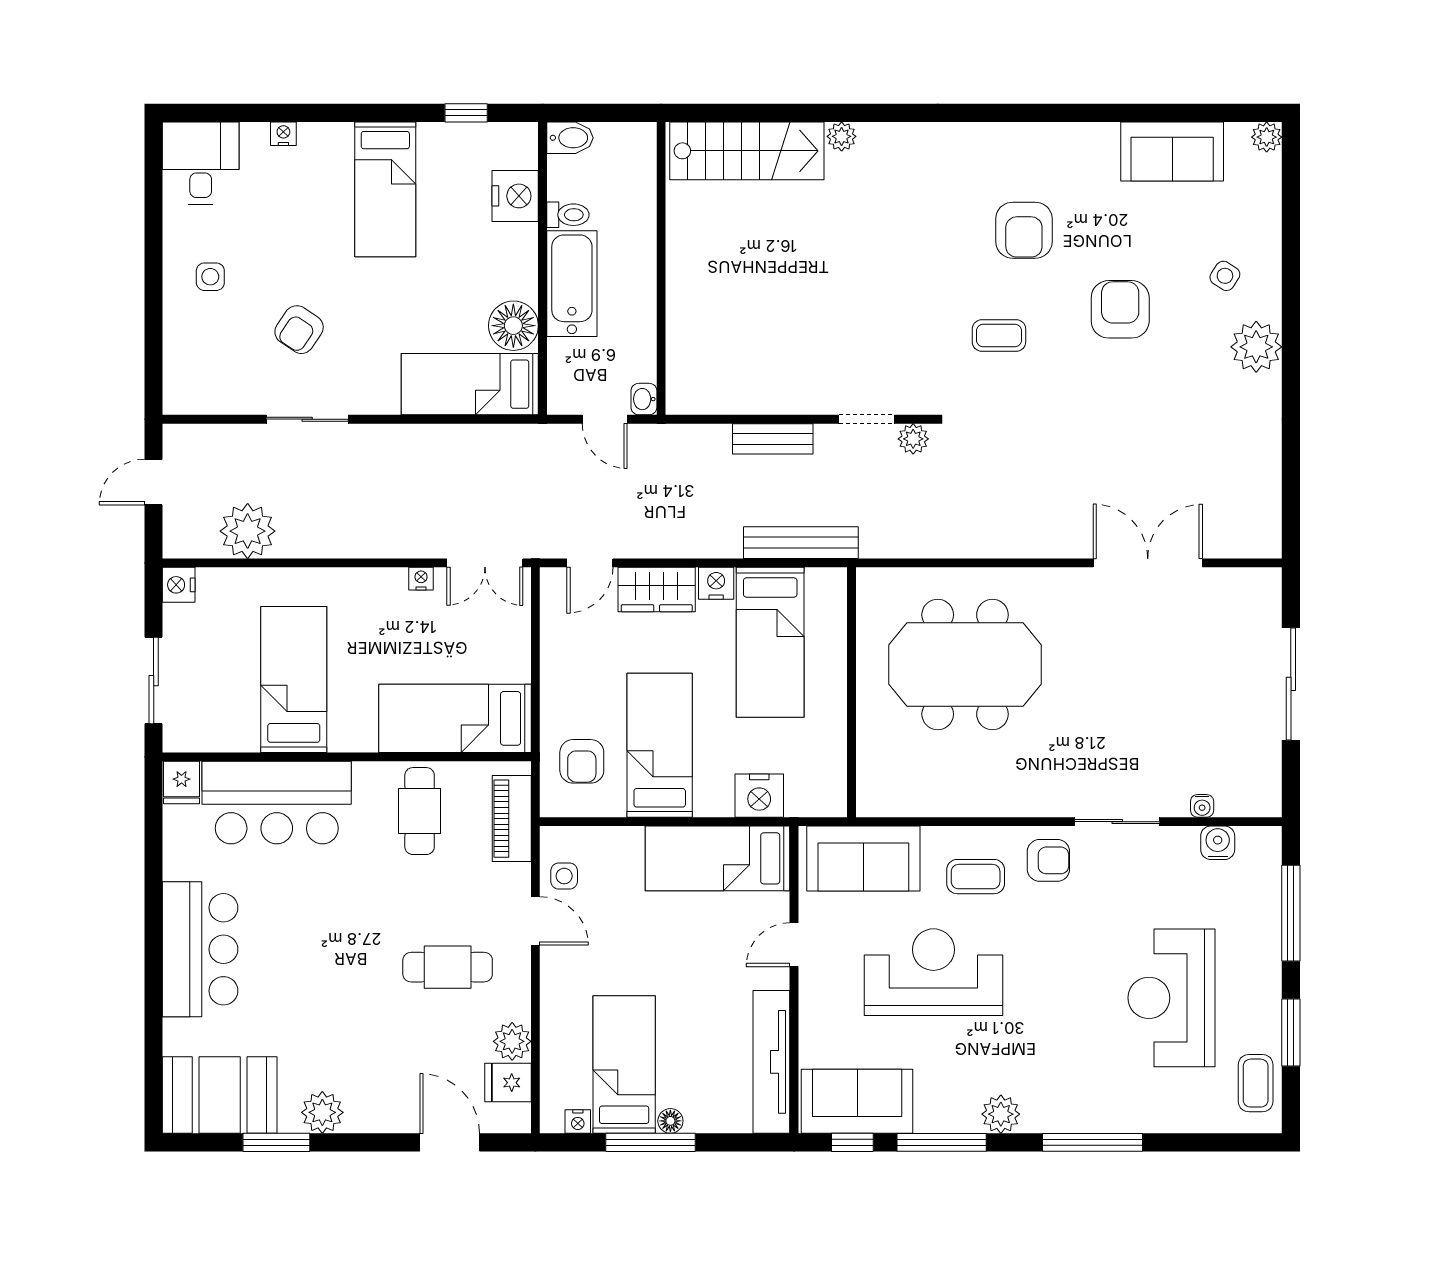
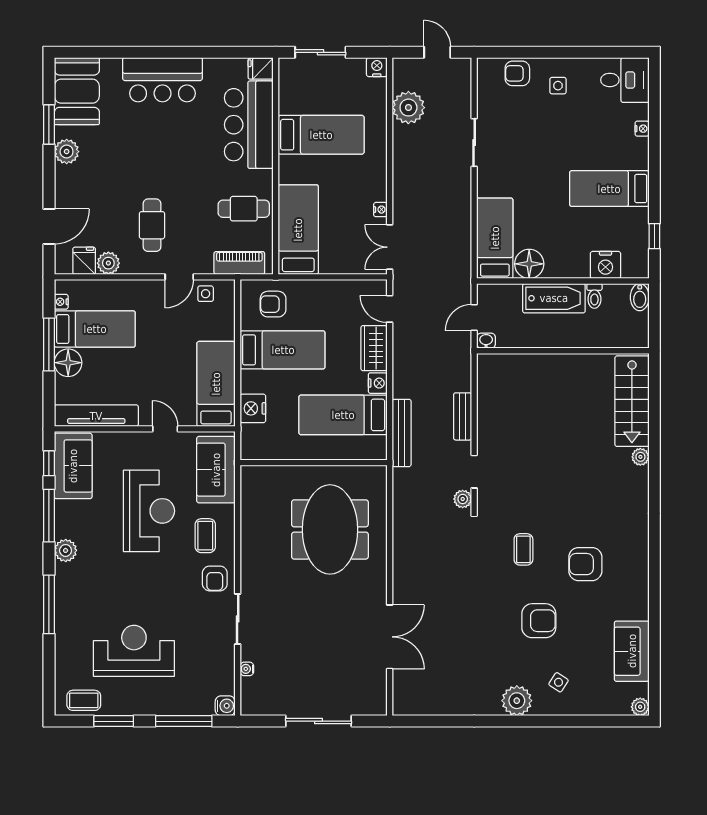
armchair: (299, 330) -> (517, 73), moved, turned -34
water cooler: (1218, 843) -> (225, 706), moved
floor lamp: (670, 1121) -> (68, 363), width x1.89, depth x1.89

